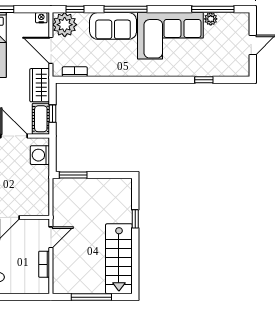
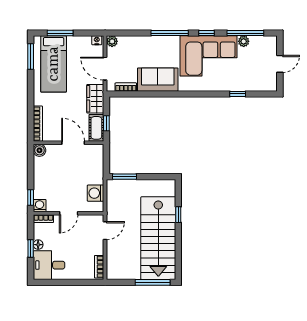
window: (75, 9) -> (206, 33), moved
plant: (65, 25) -> (112, 41), width x0.53, depth x0.53
sofa: (113, 26) -> (158, 80), moved, turned 180
washing machine: (40, 155) -> (96, 193), moved
stairs: (119, 259) -> (158, 238), width x1.36, depth x1.51
bookcase: (44, 264) -> (99, 267), moved
window: (91, 297) -> (153, 282), moved

